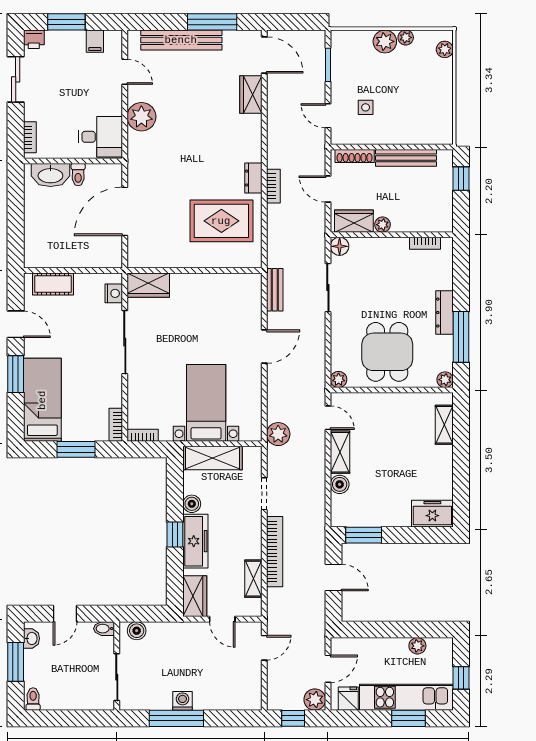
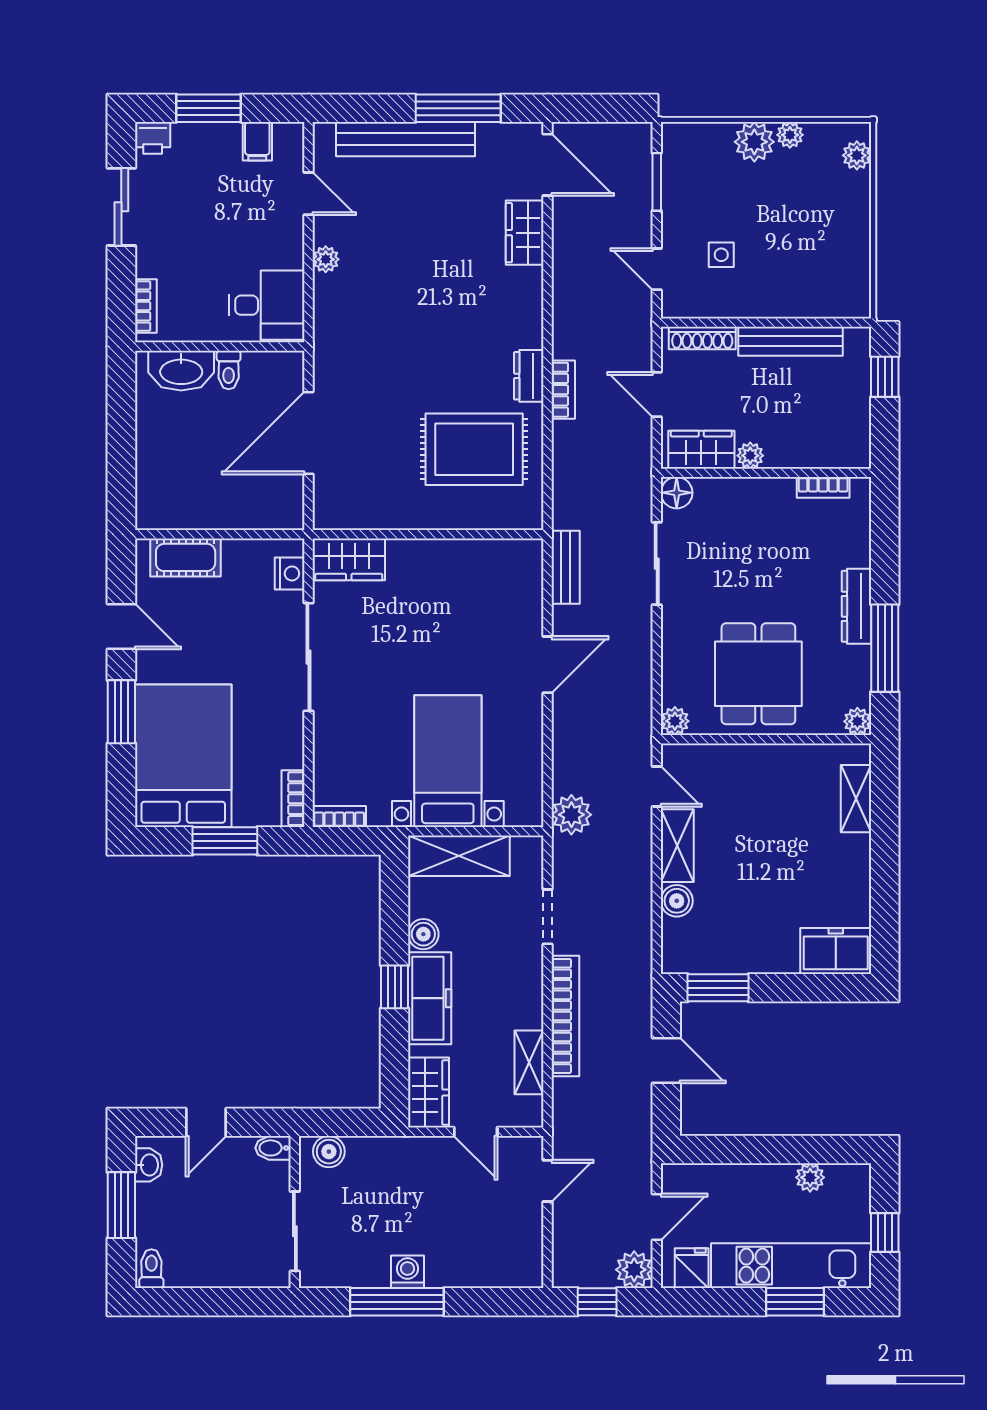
plant: (141, 117) -> (326, 259), width x0.53, depth x0.53
bed: (42, 400) -> (183, 756), width x1.50

